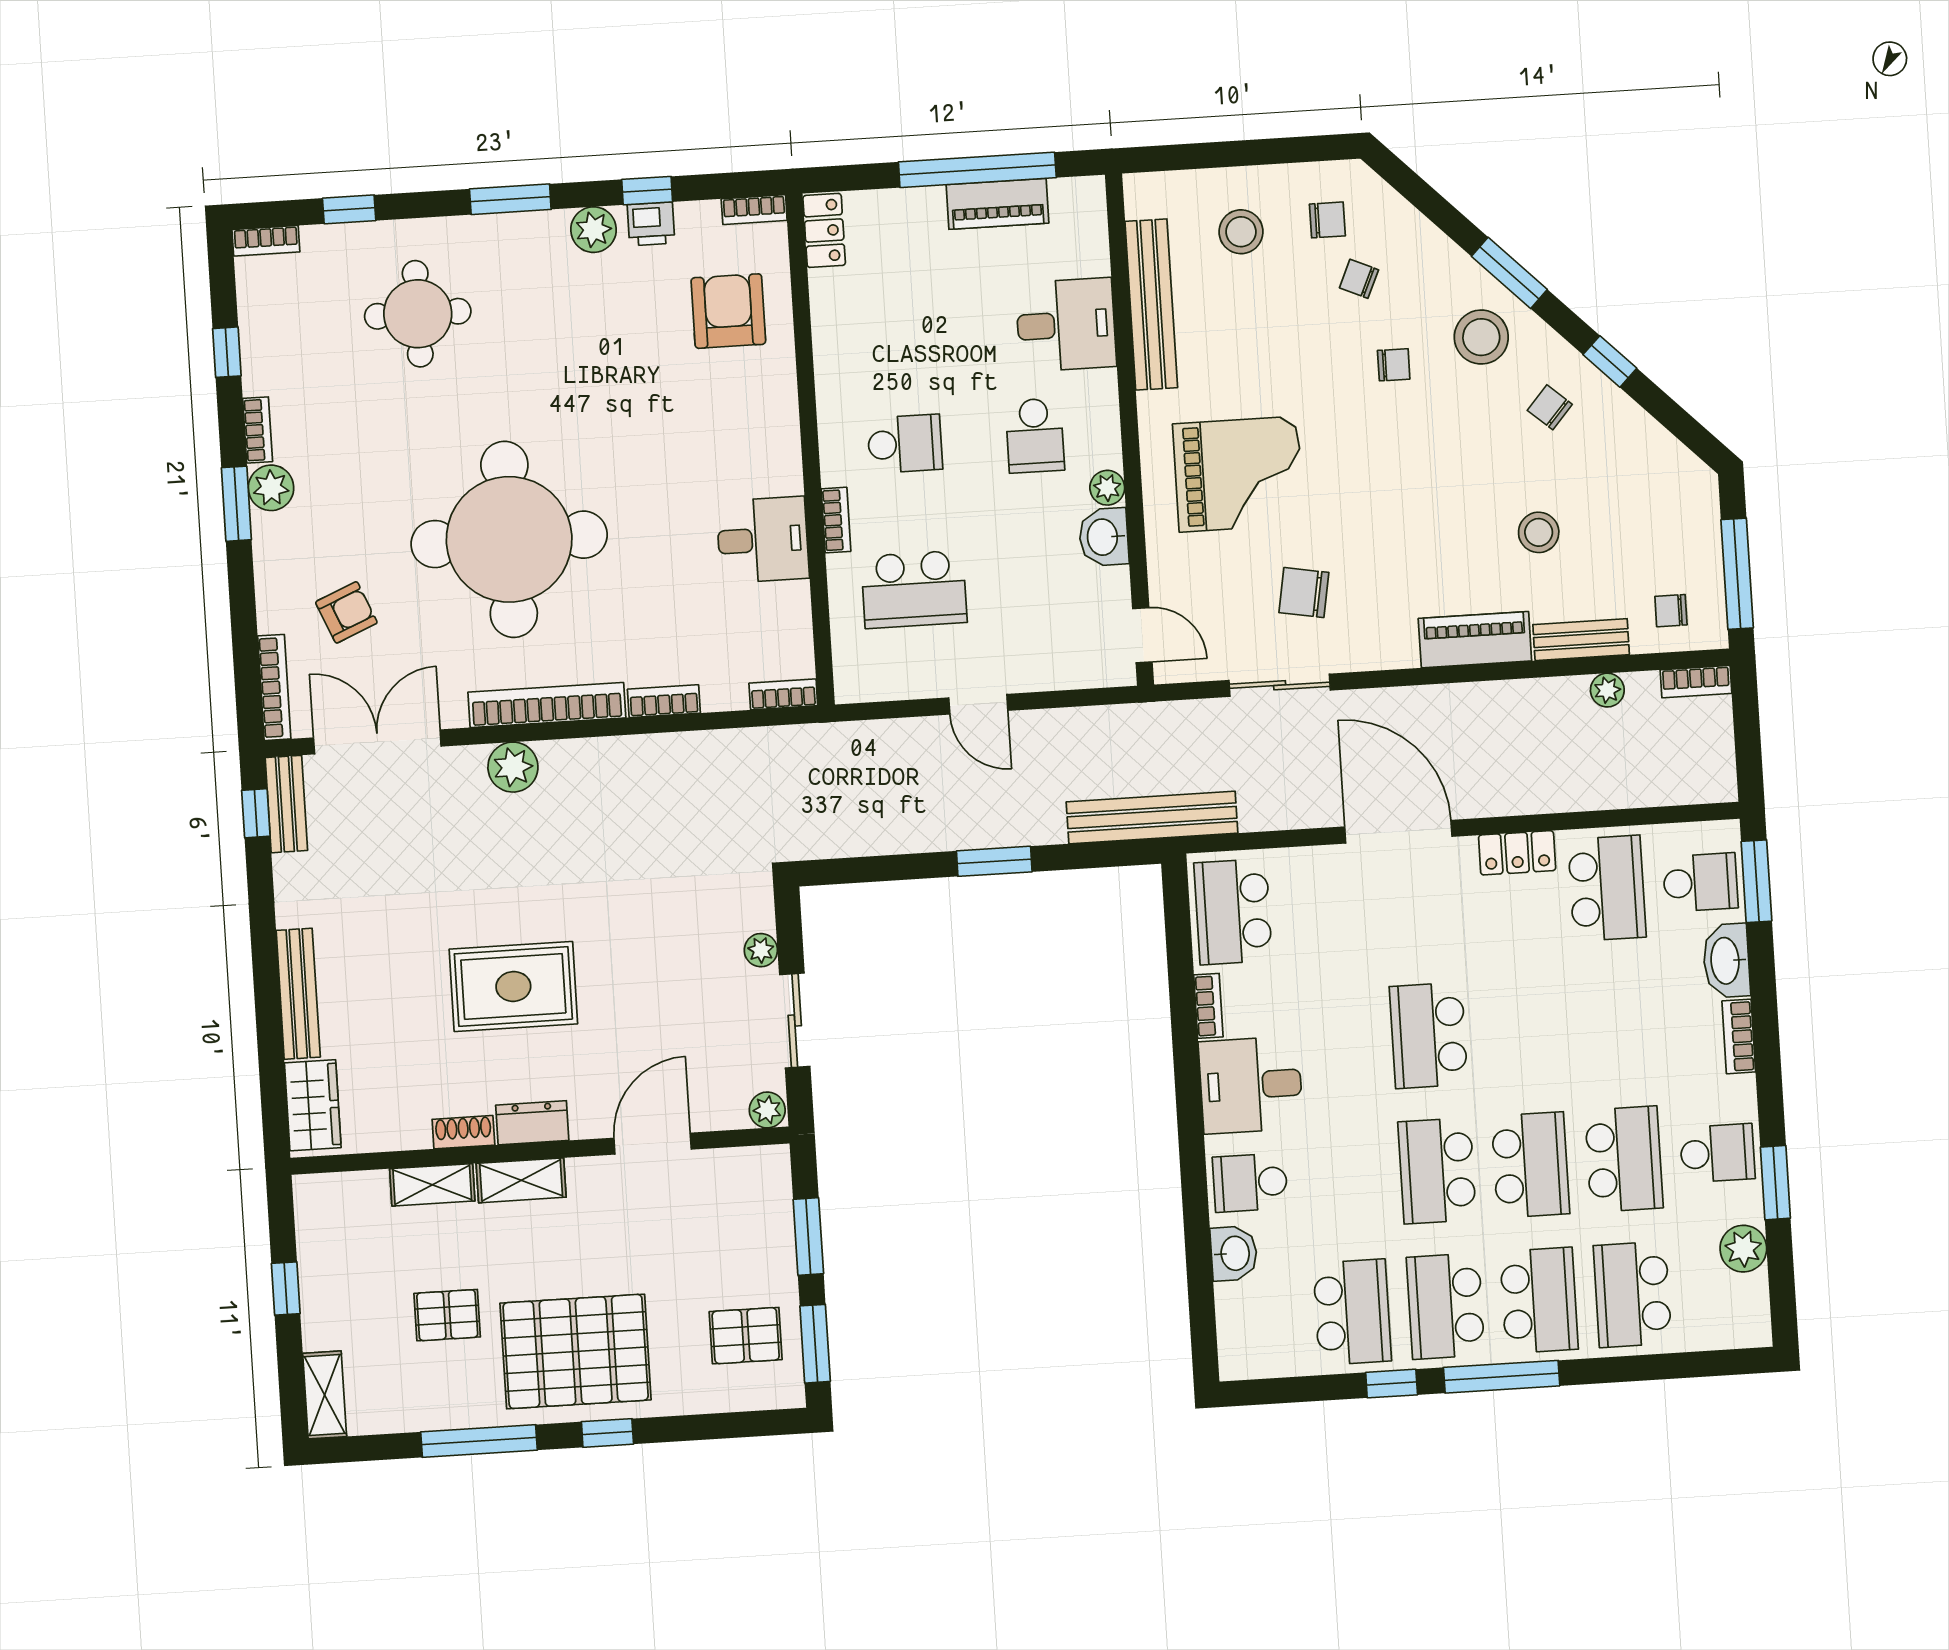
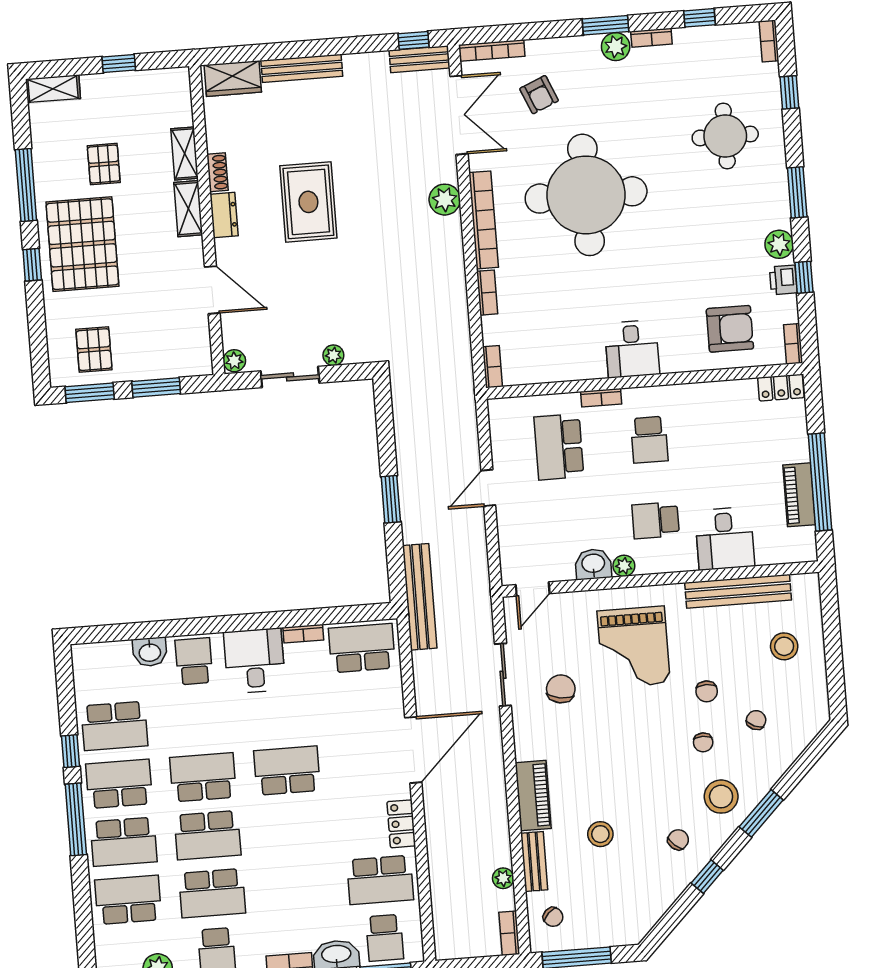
chair: (1327, 220) -> (707, 691), moved
desk: (763, 540) -> (632, 349), moved
chair: (1671, 611) -> (553, 917), turned 136

